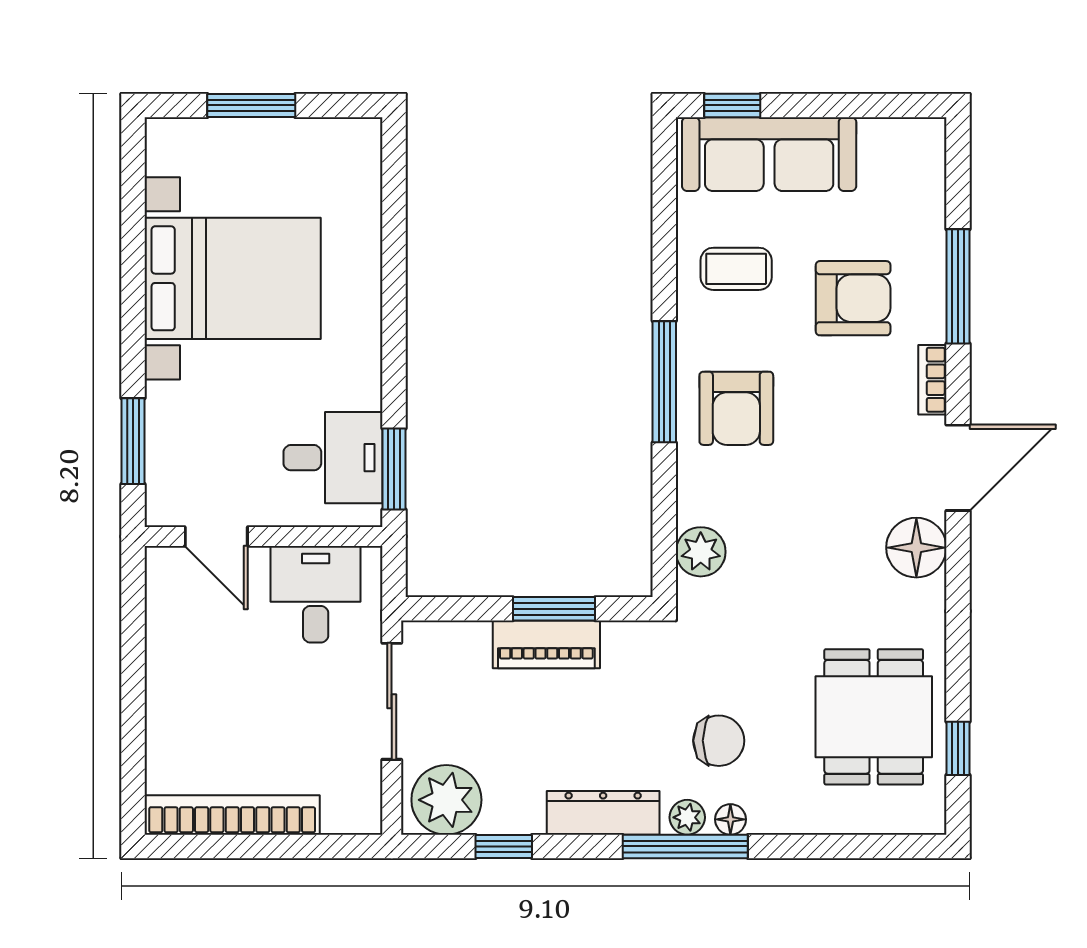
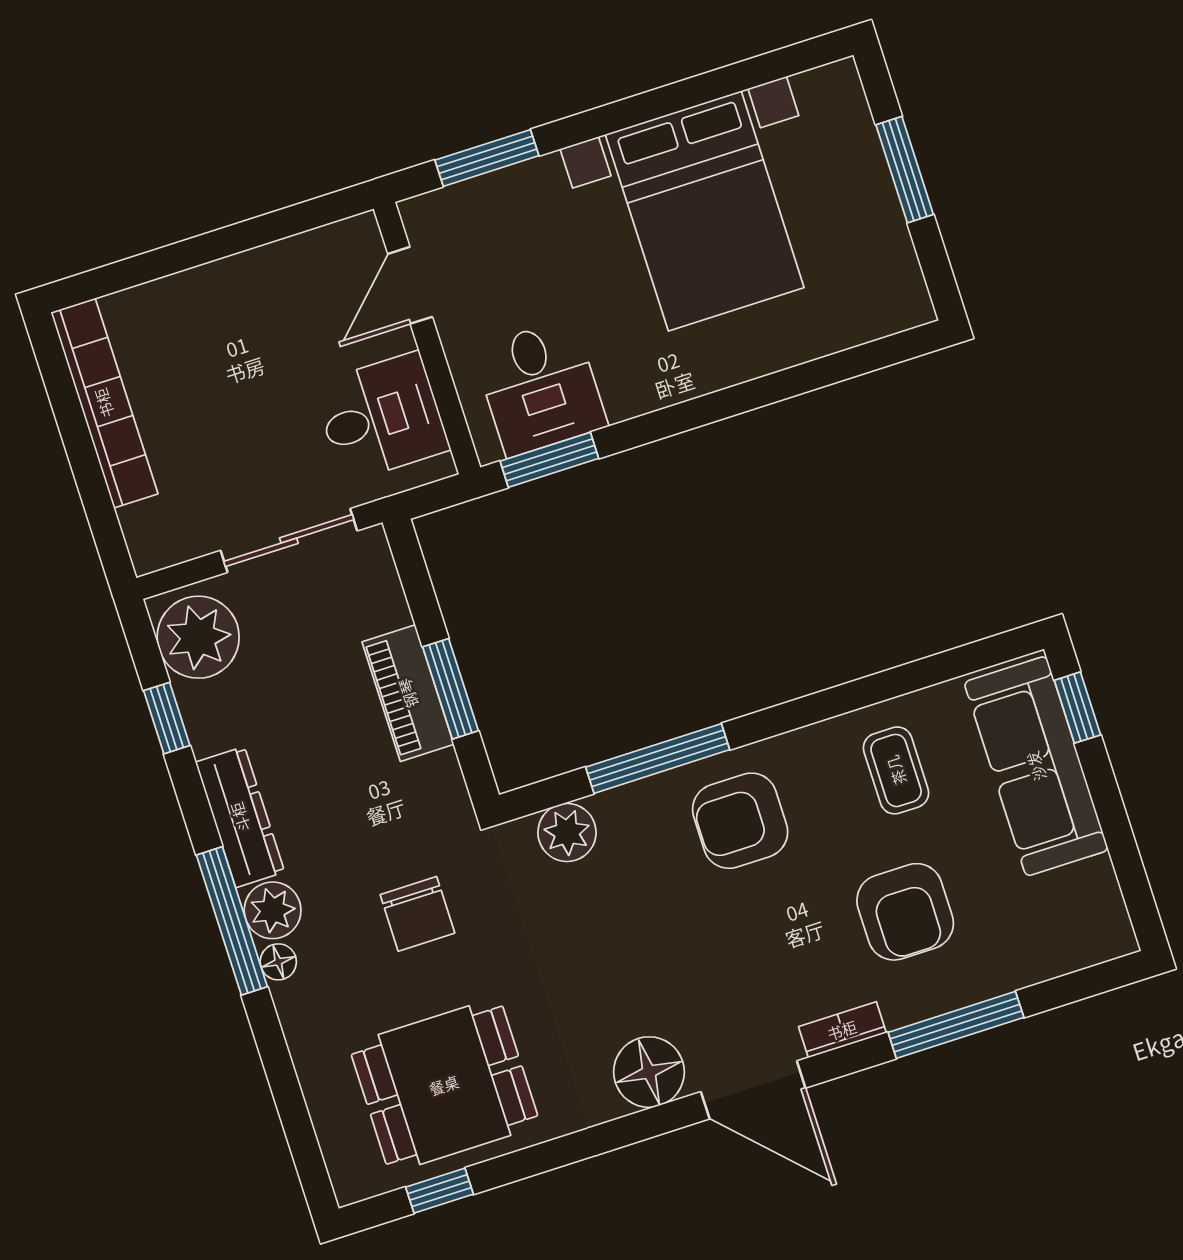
window: (664, 382) -> (658, 758), moved
chair: (719, 741) -> (417, 914), moved
plant: (687, 817) -> (273, 910), width x1.38, depth x1.38

